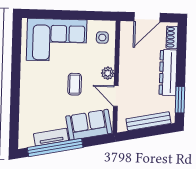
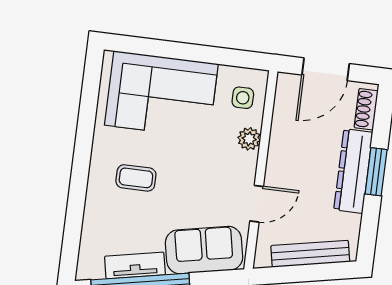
plant: (108, 73) -> (249, 139), moved
coffee table: (75, 84) -> (136, 178), moved, turned 90
door: (116, 96) -> (257, 204), swing flipped
window: (180, 100) -> (376, 172), moved

